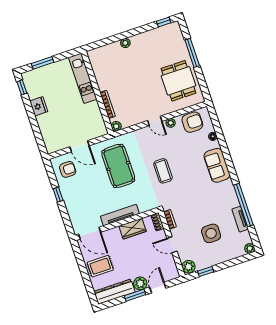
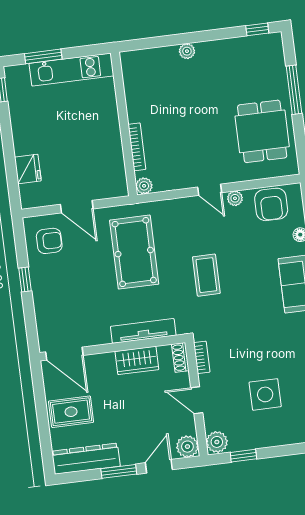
kitchen unit: (83, 78) -> (72, 70), moved, turned -90
fridge: (39, 106) -> (28, 169), moved
armchair: (192, 122) -> (271, 204), turned 90
tv unit: (120, 215) -> (143, 331), moved
plant: (140, 283) -> (187, 447), moved

